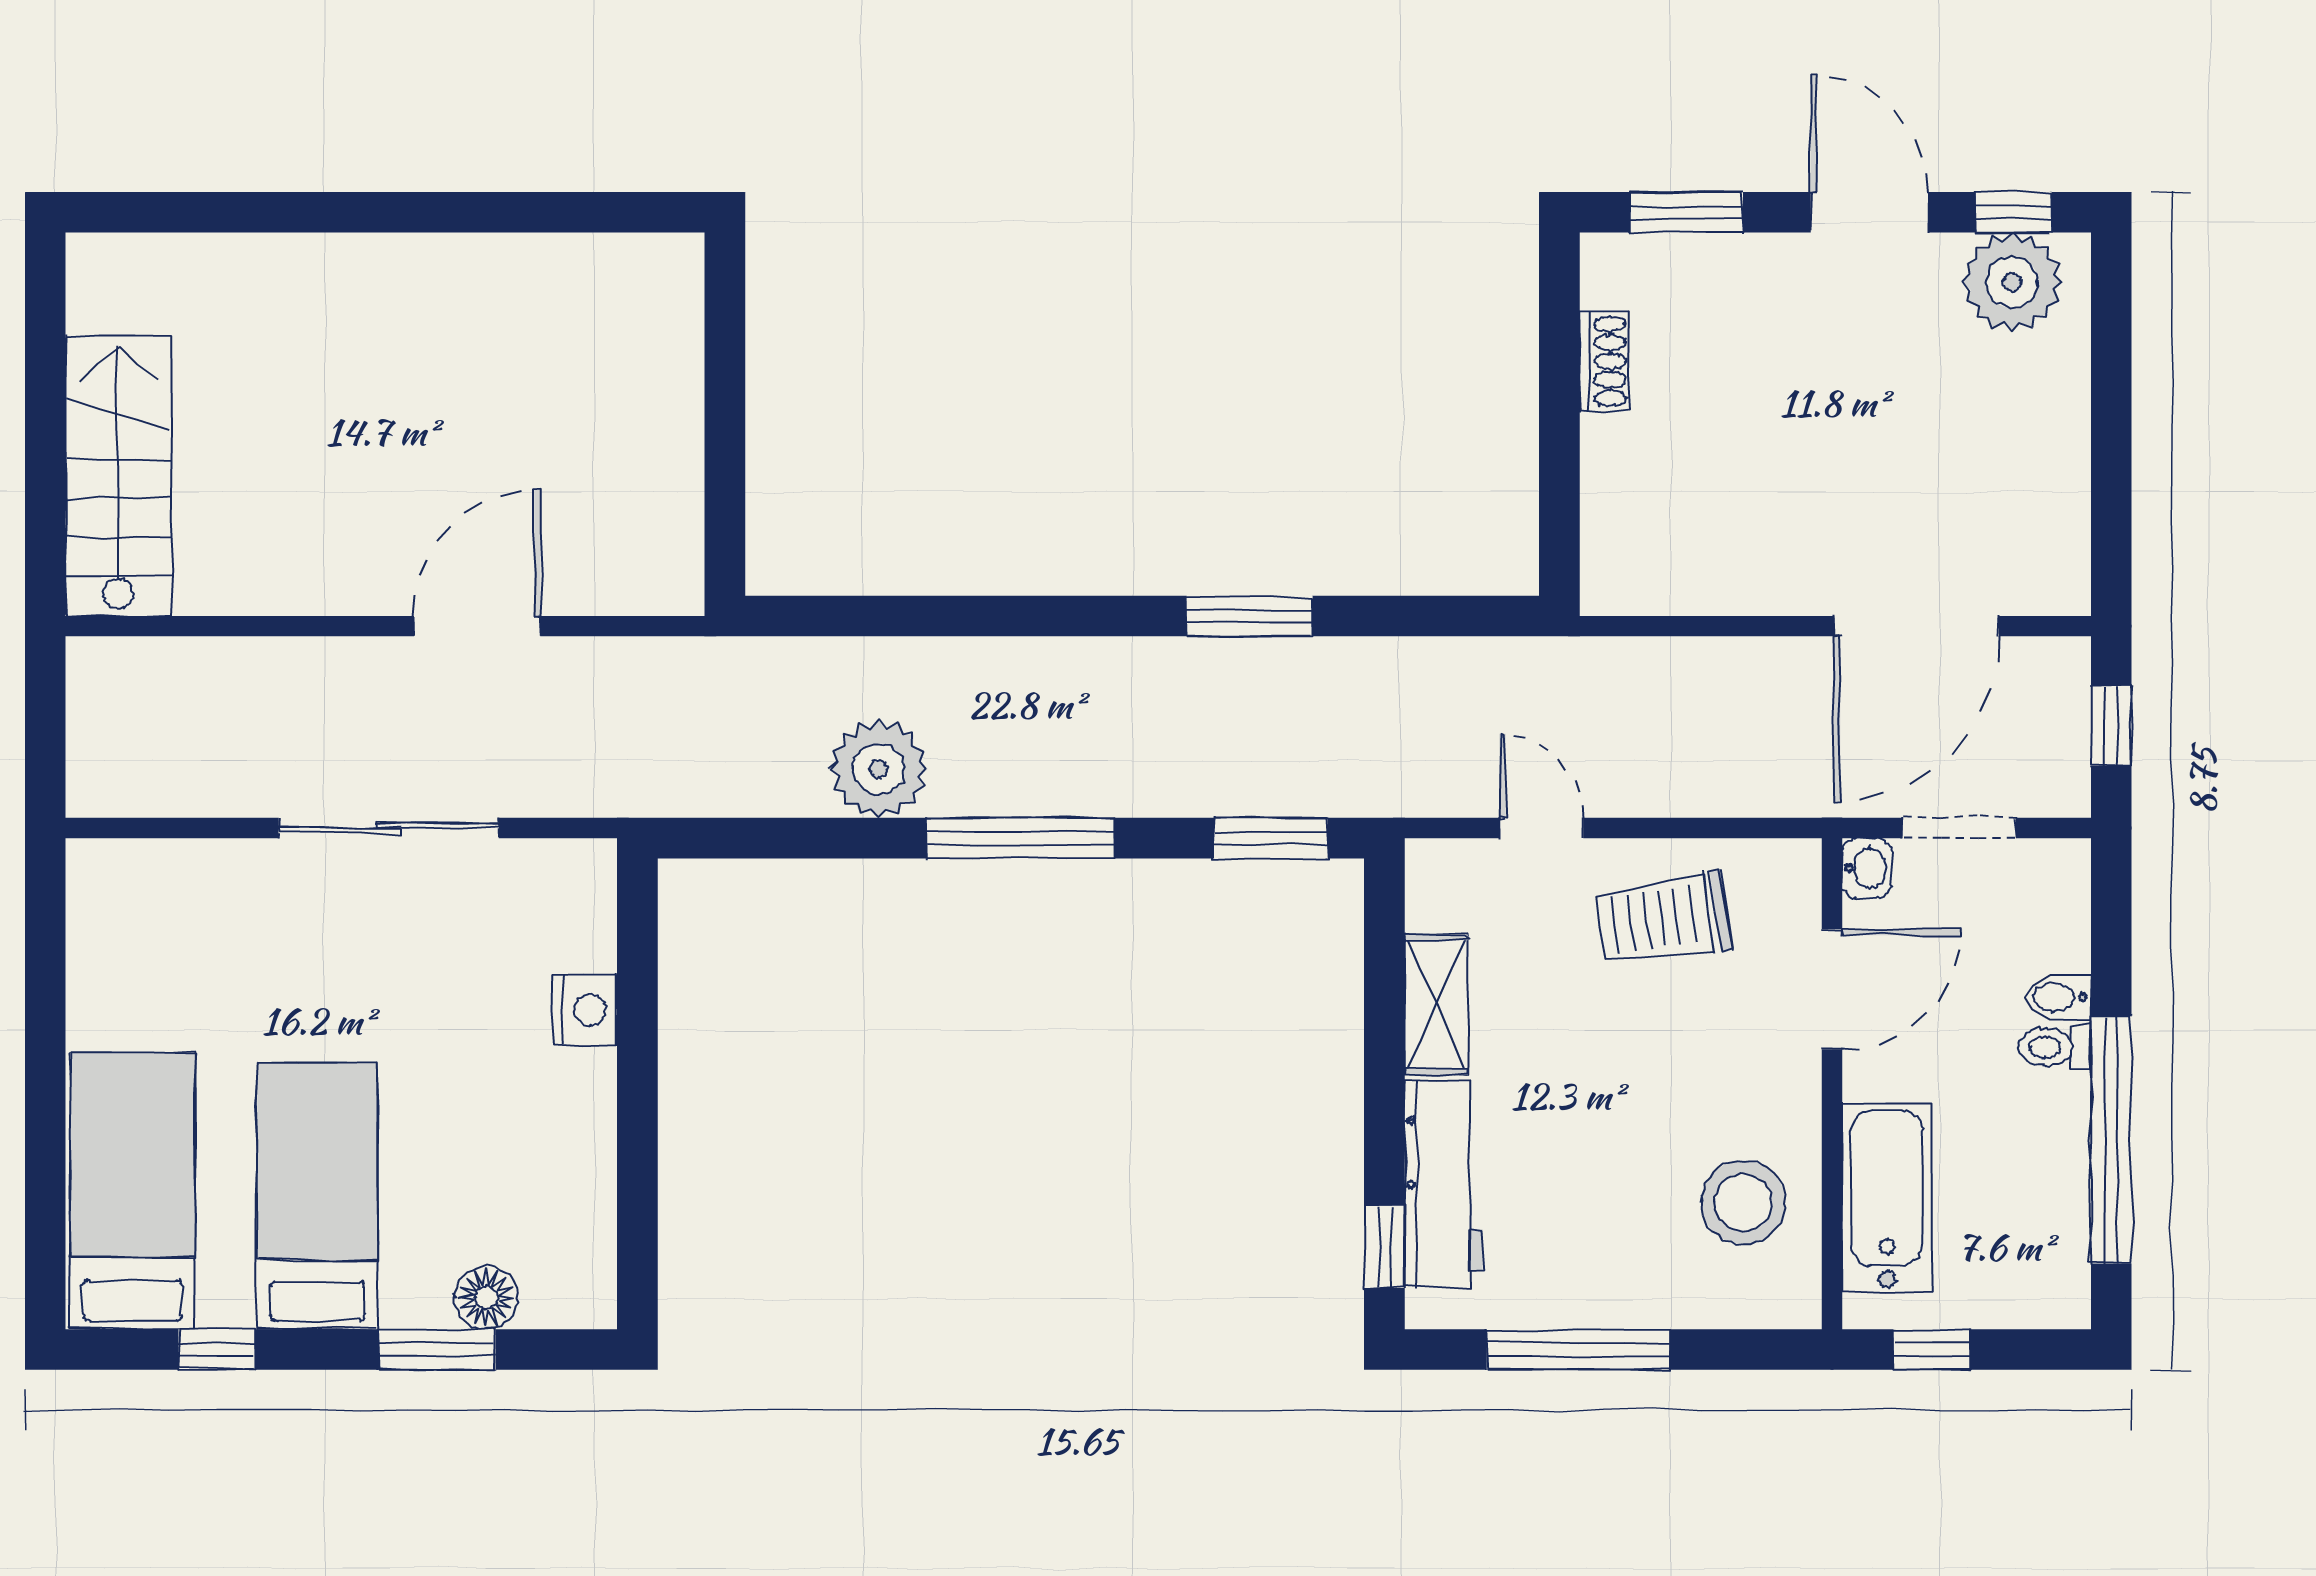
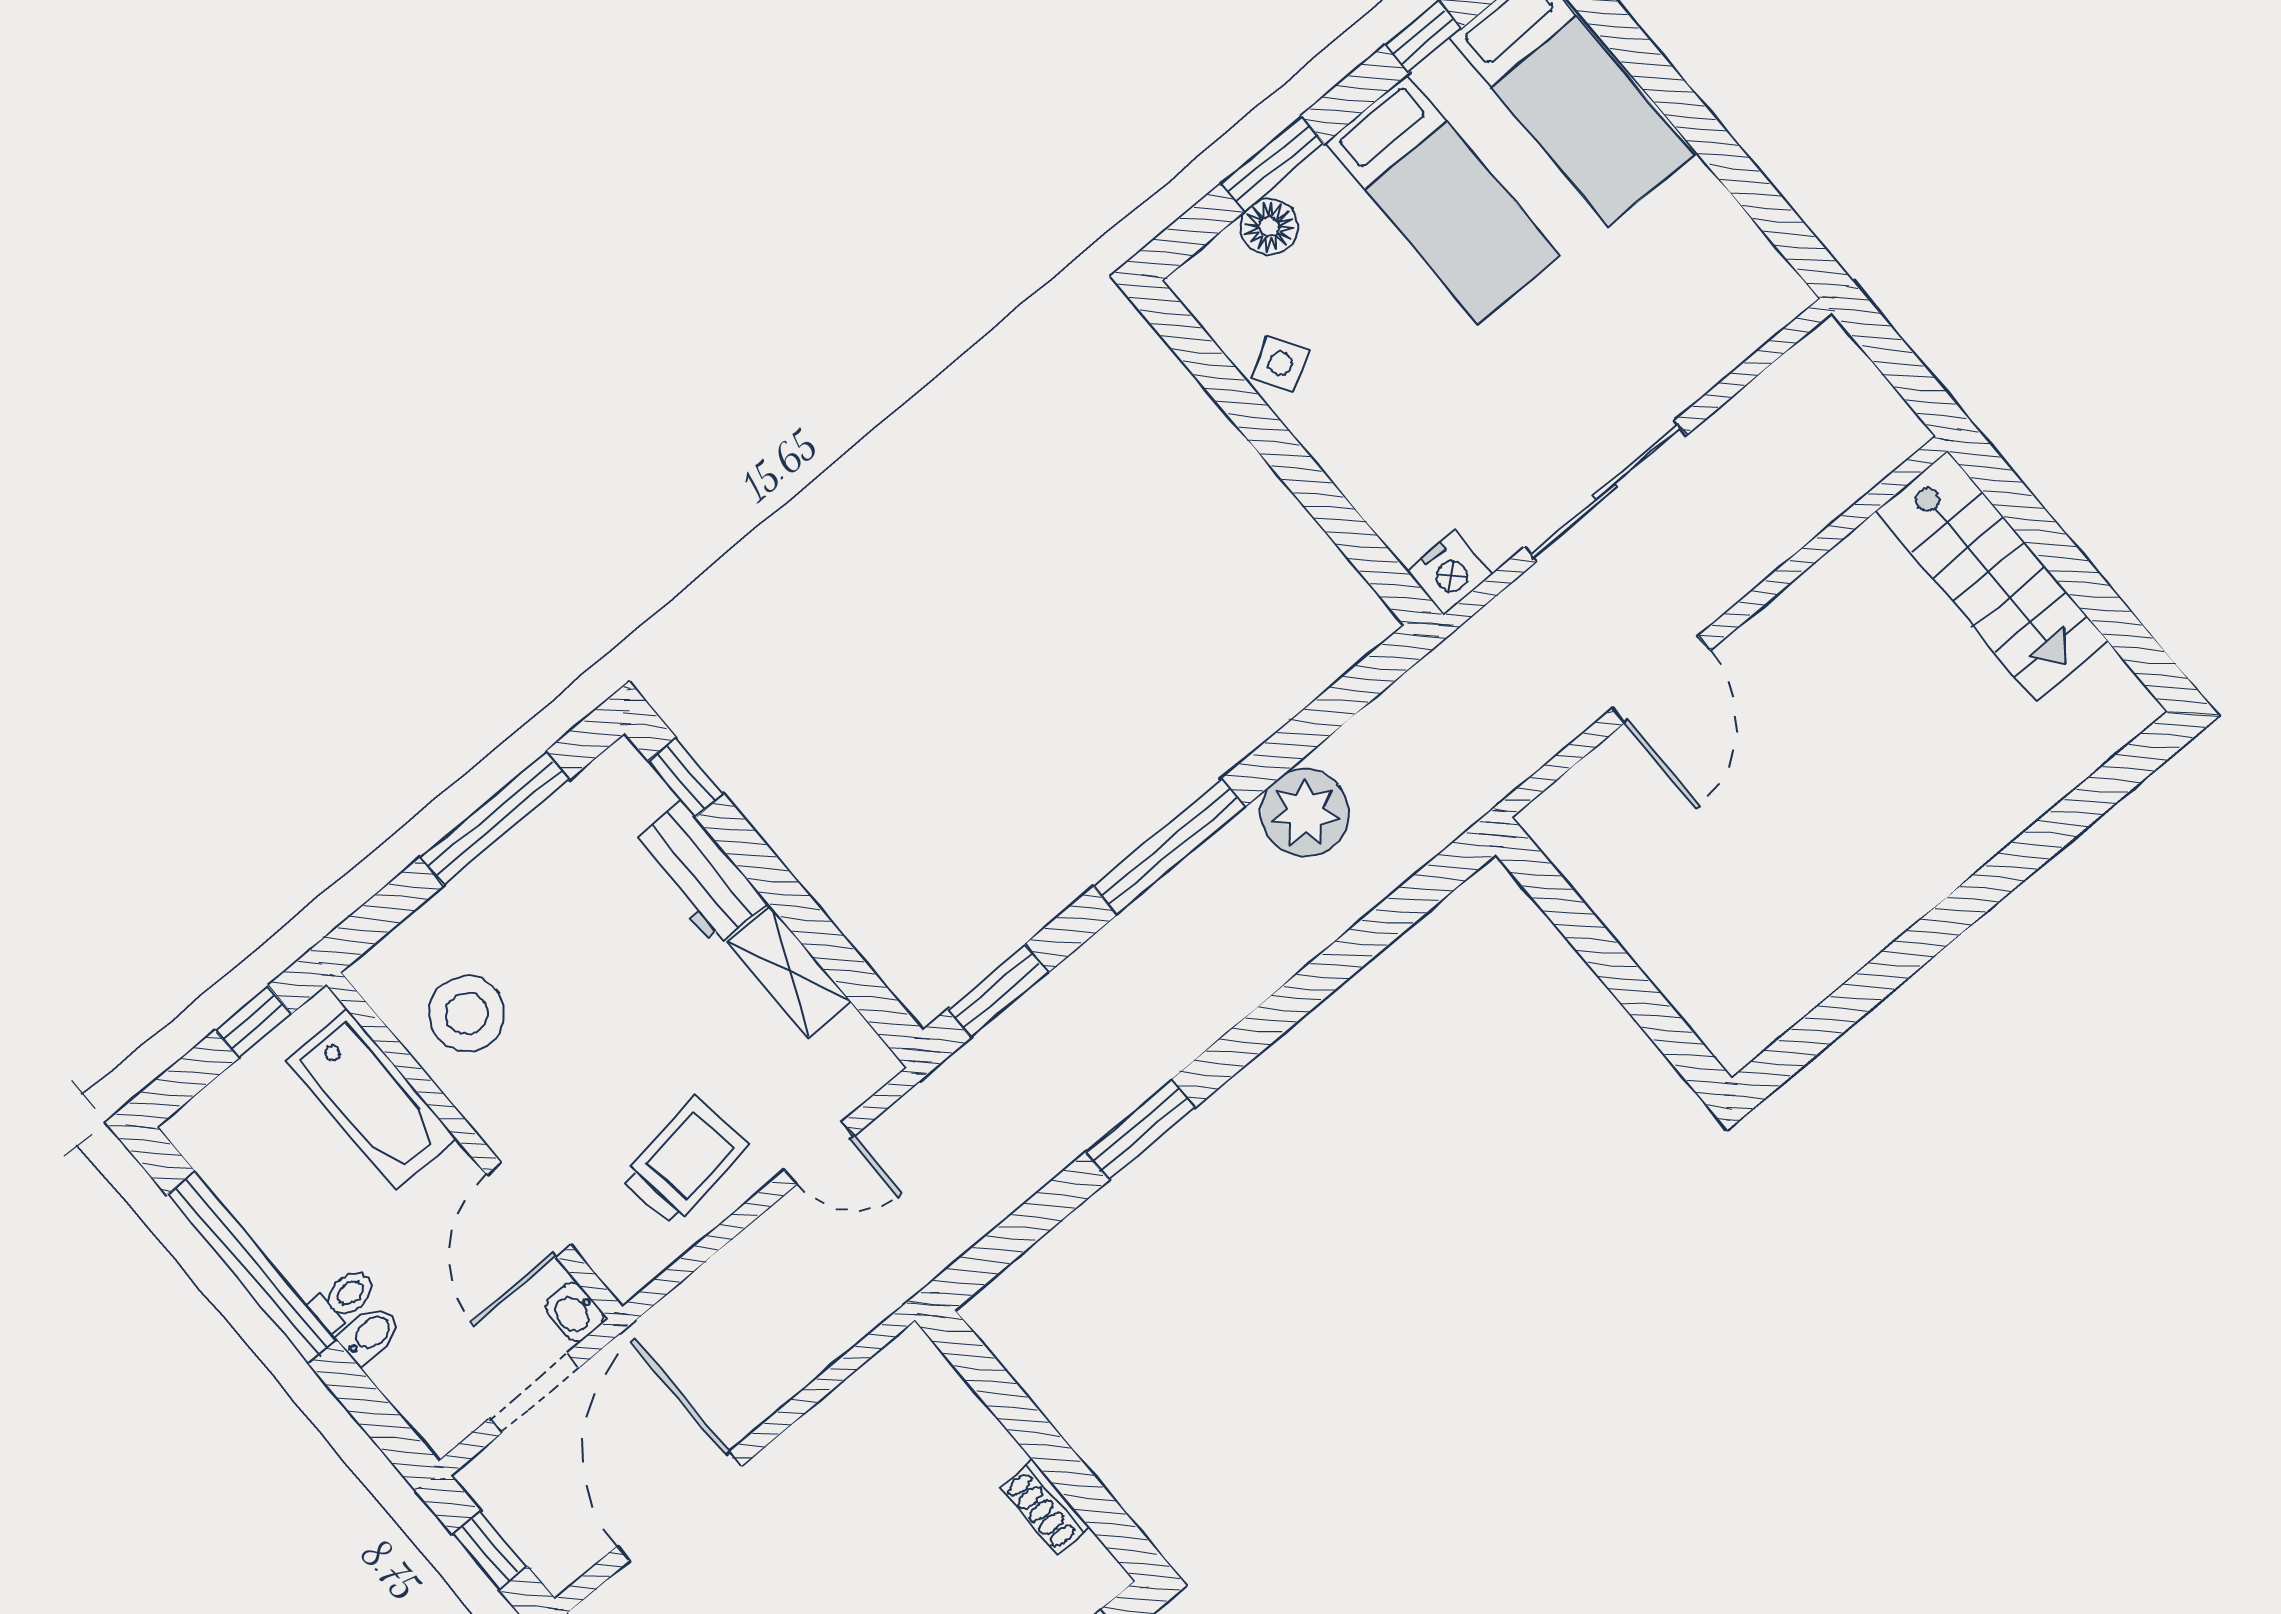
nightstand: (585, 1010) -> (1449, 573), moved, turned -90
side table: (575, 1173) -> (1280, 363), added
workbench: (1444, 1183) -> (698, 874), width x0.73

